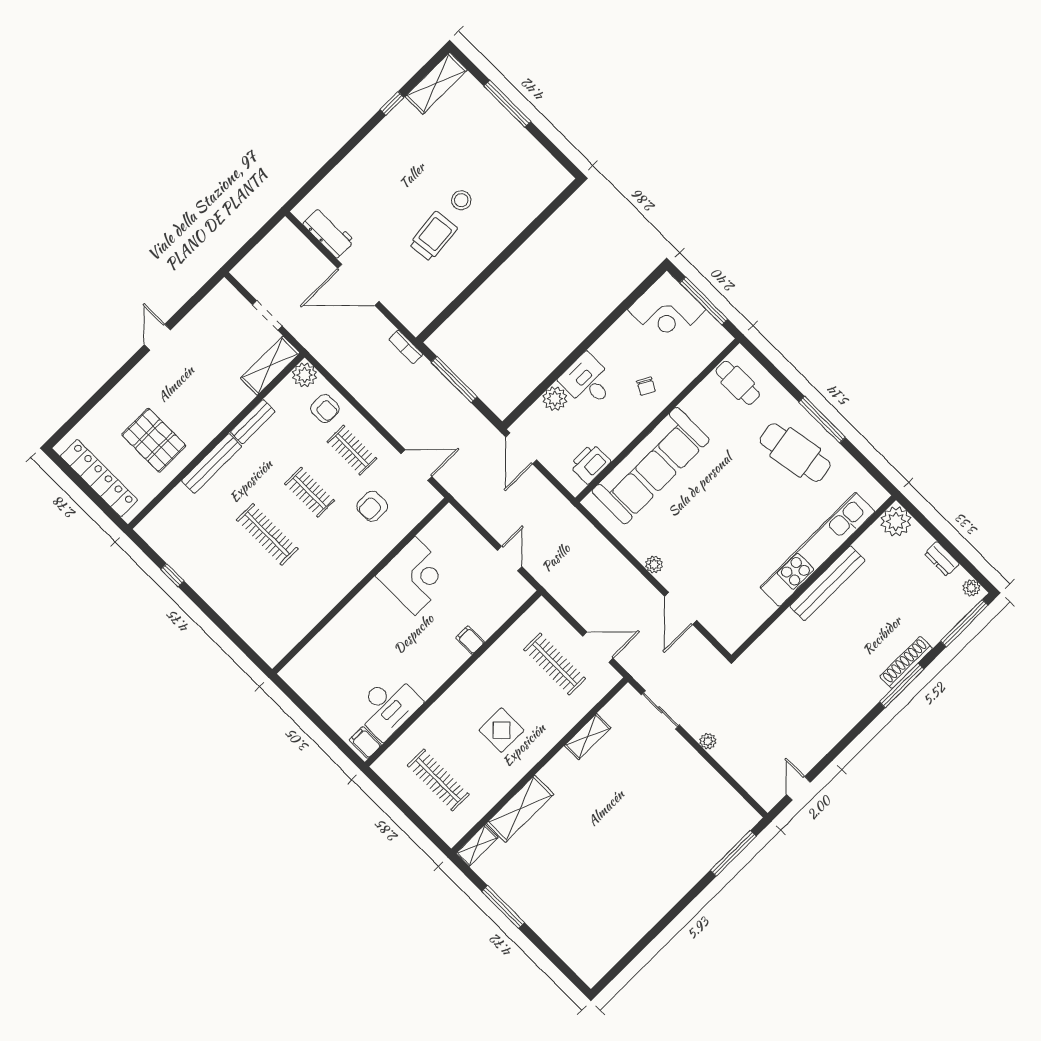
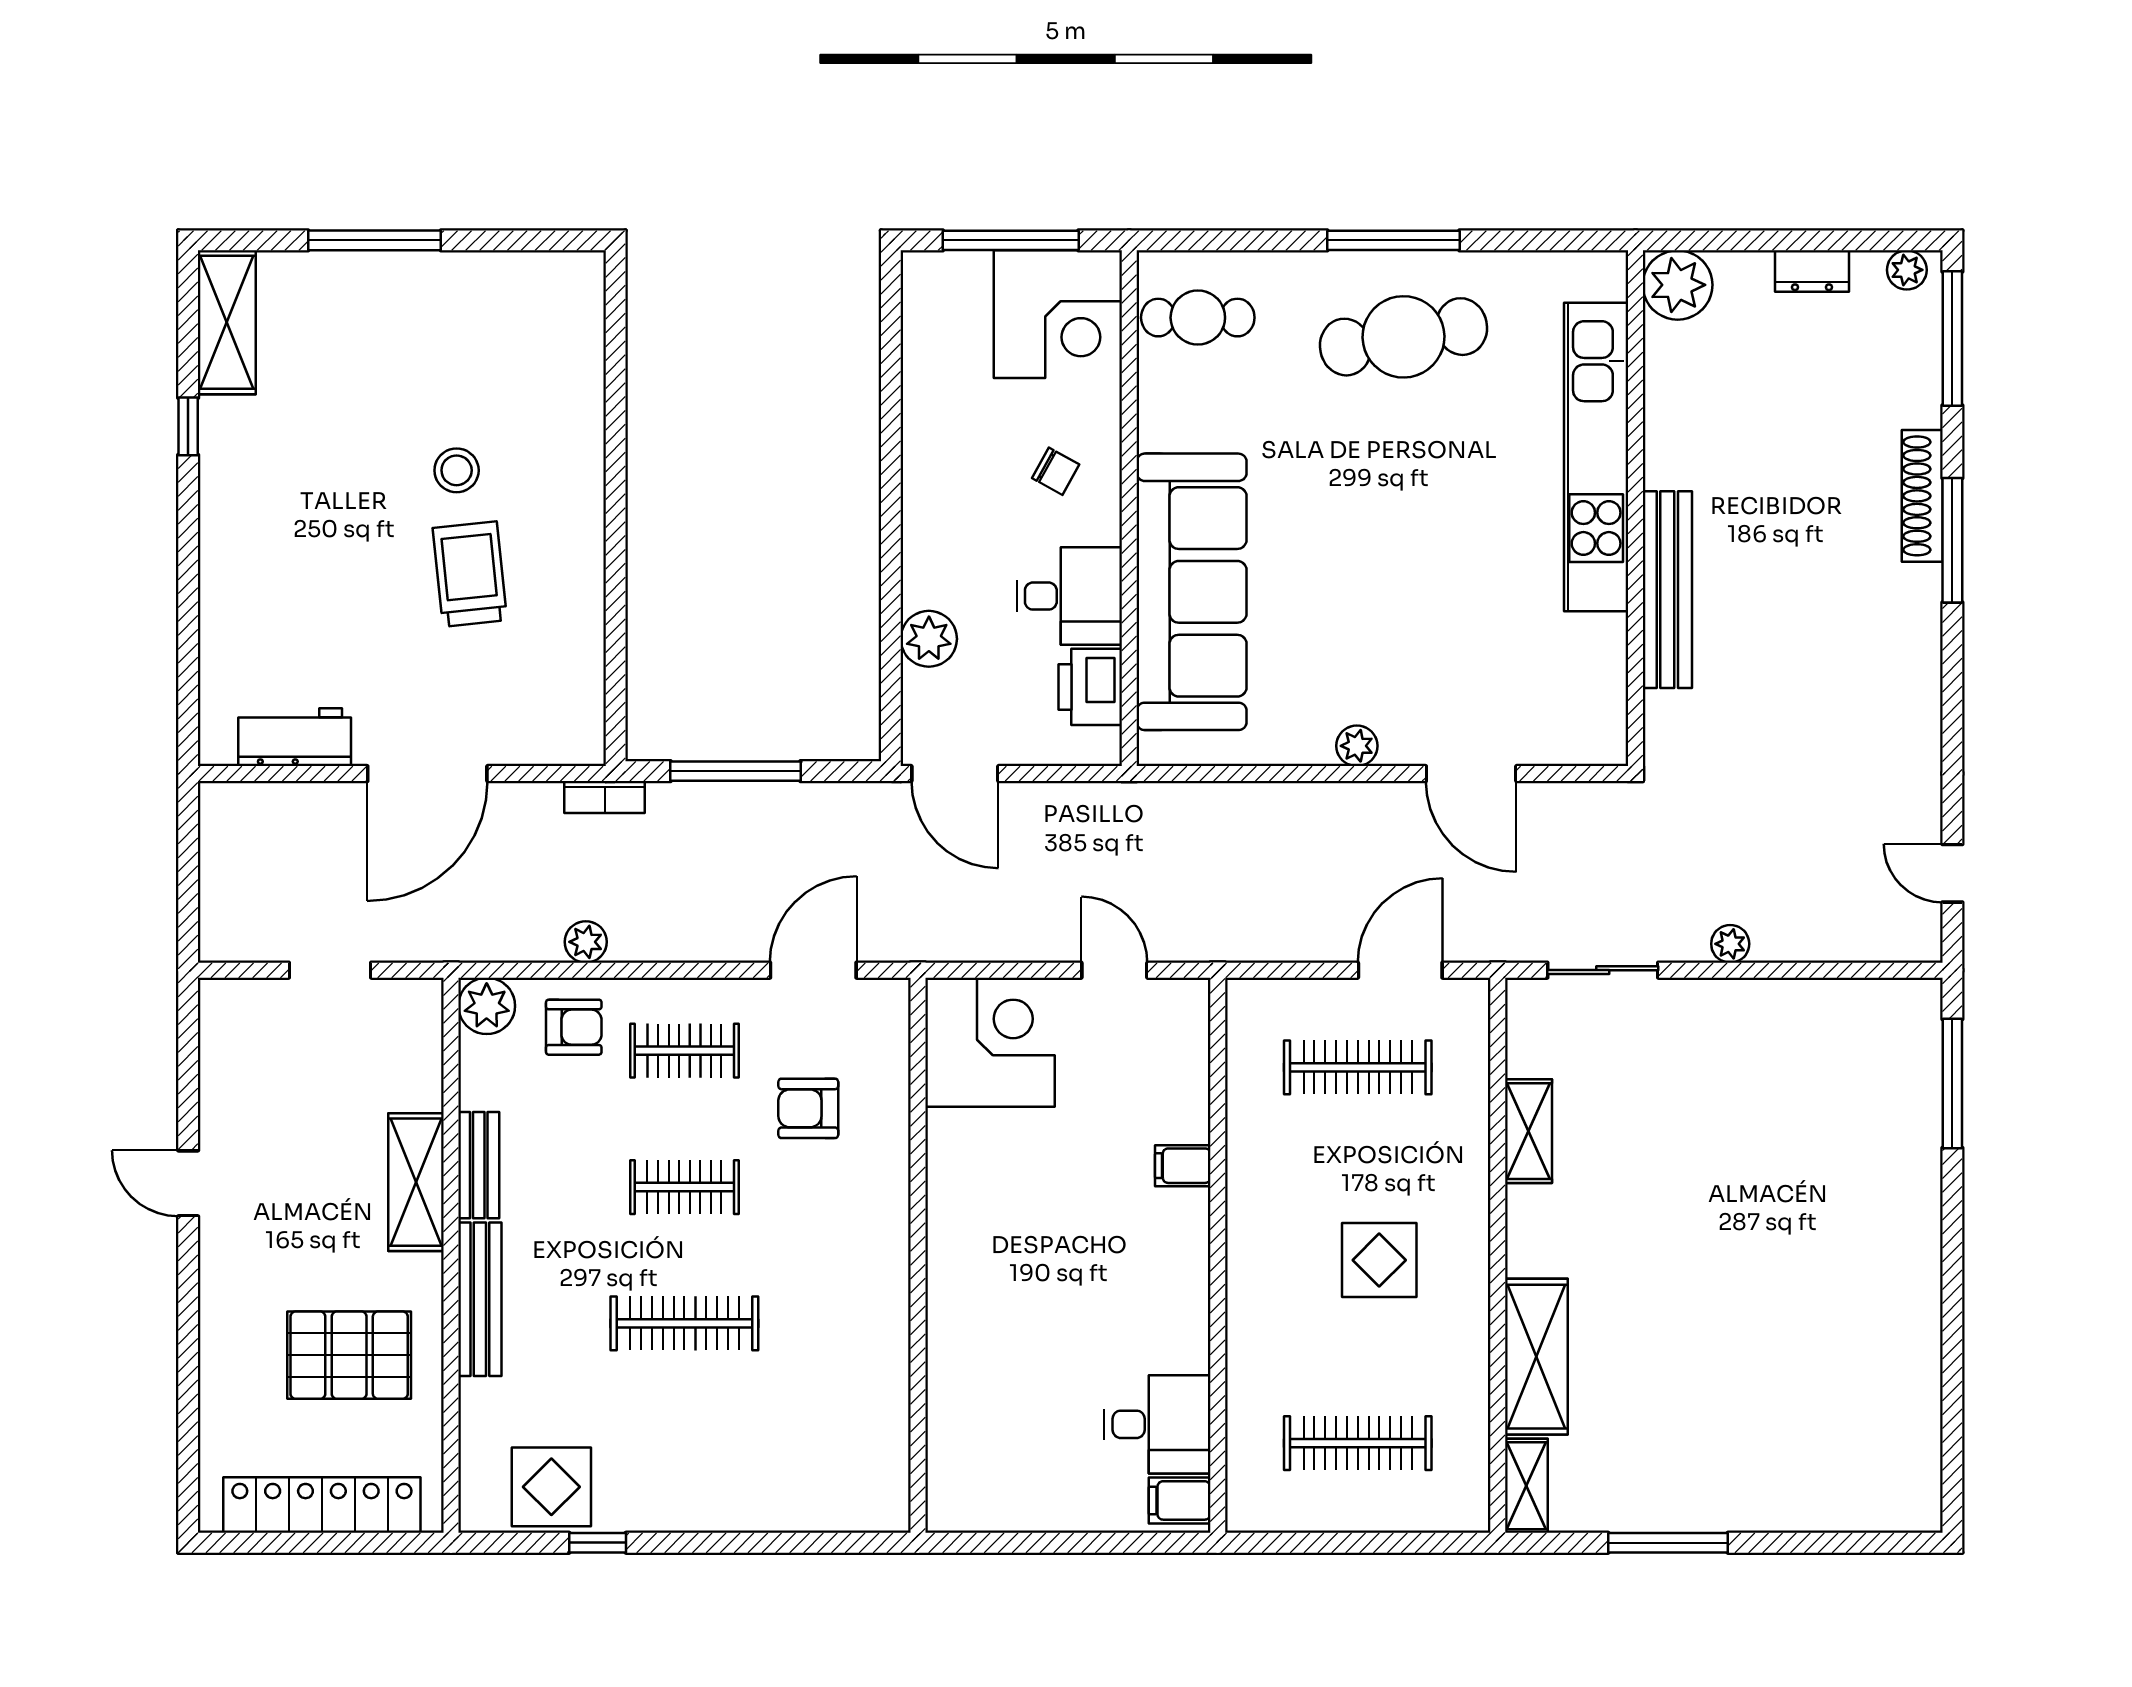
corner desk: (667, 309) -> (1058, 314), moved
shelving: (270, 366) -> (416, 1182), moved
desk: (588, 381) -> (1069, 596), moved, turned 180
plant: (355, 386) -> (586, 942), added
armchair: (372, 506) -> (808, 1108), turned 90
display table: (175, 544) -> (551, 1487), added
corner desk: (415, 576) -> (990, 1042), moved
bench: (827, 583) -> (1667, 590), moved
desk: (388, 706) -> (1157, 1424), width x0.73

